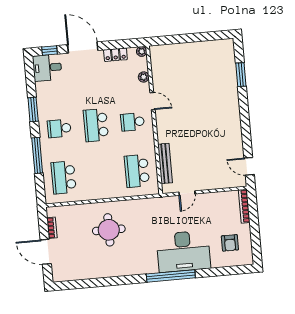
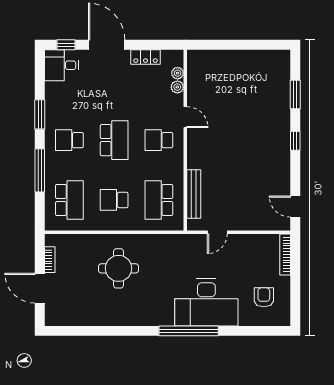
plant: (142, 51) -> (178, 73), moved
window: (244, 112) -> (295, 141), added
school desk: (96, 125) -> (114, 140), turned 180
school desk: (100, 174) -> (114, 200), added
school desk: (64, 177) -> (69, 200), turned 180
armchair: (230, 243) -> (264, 297), turned 180

